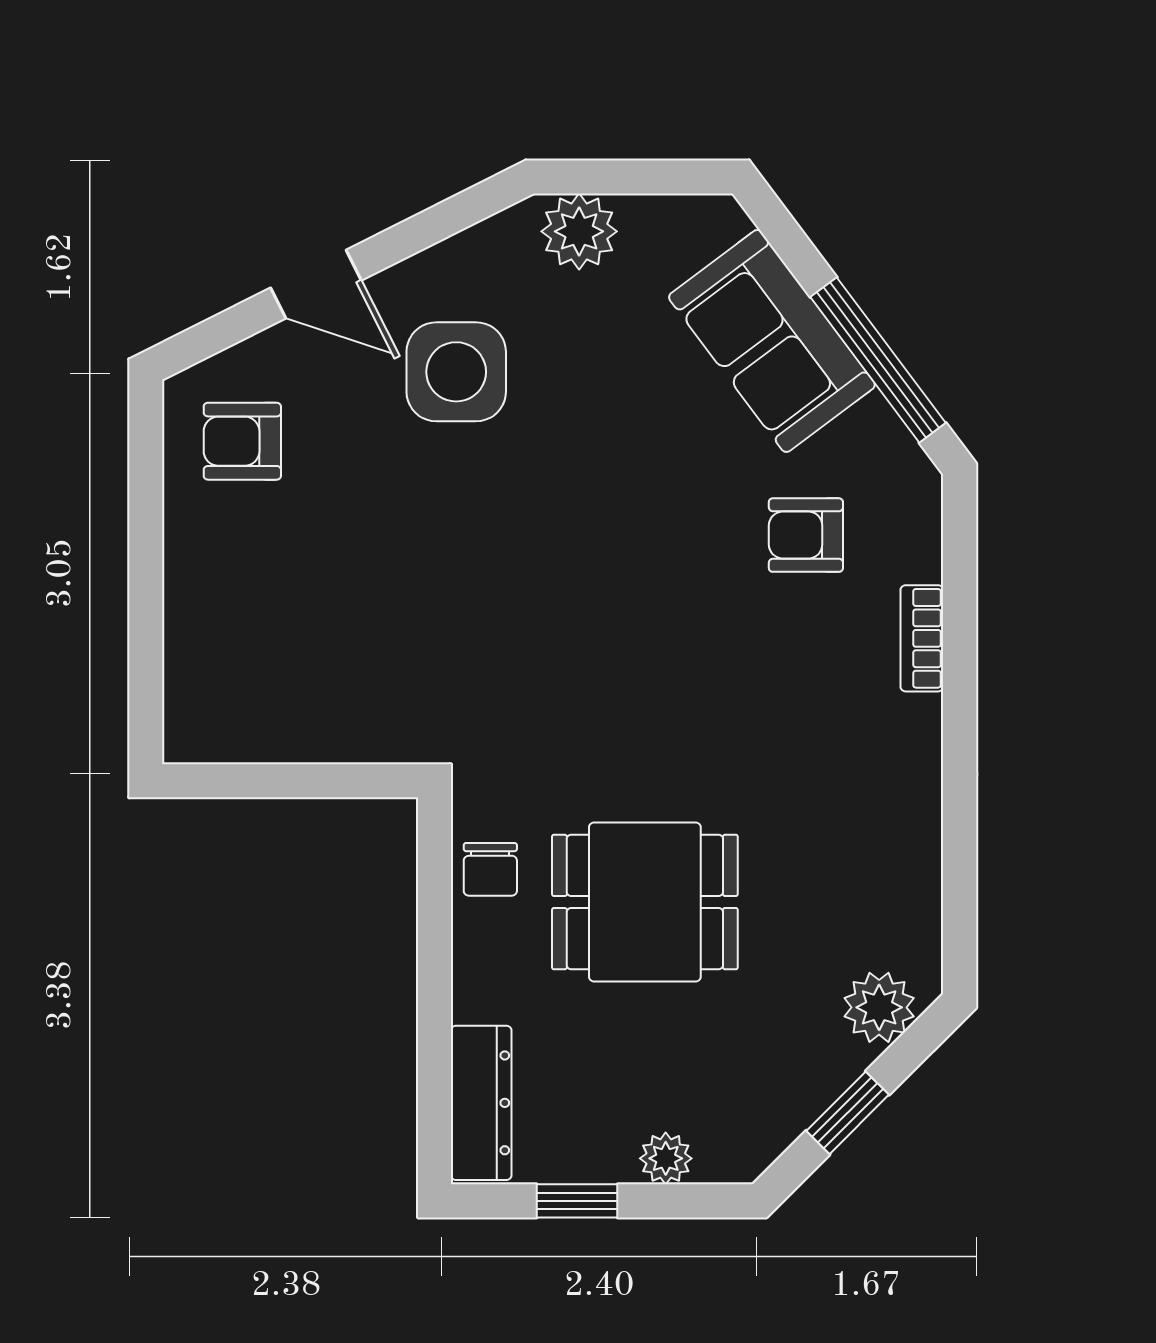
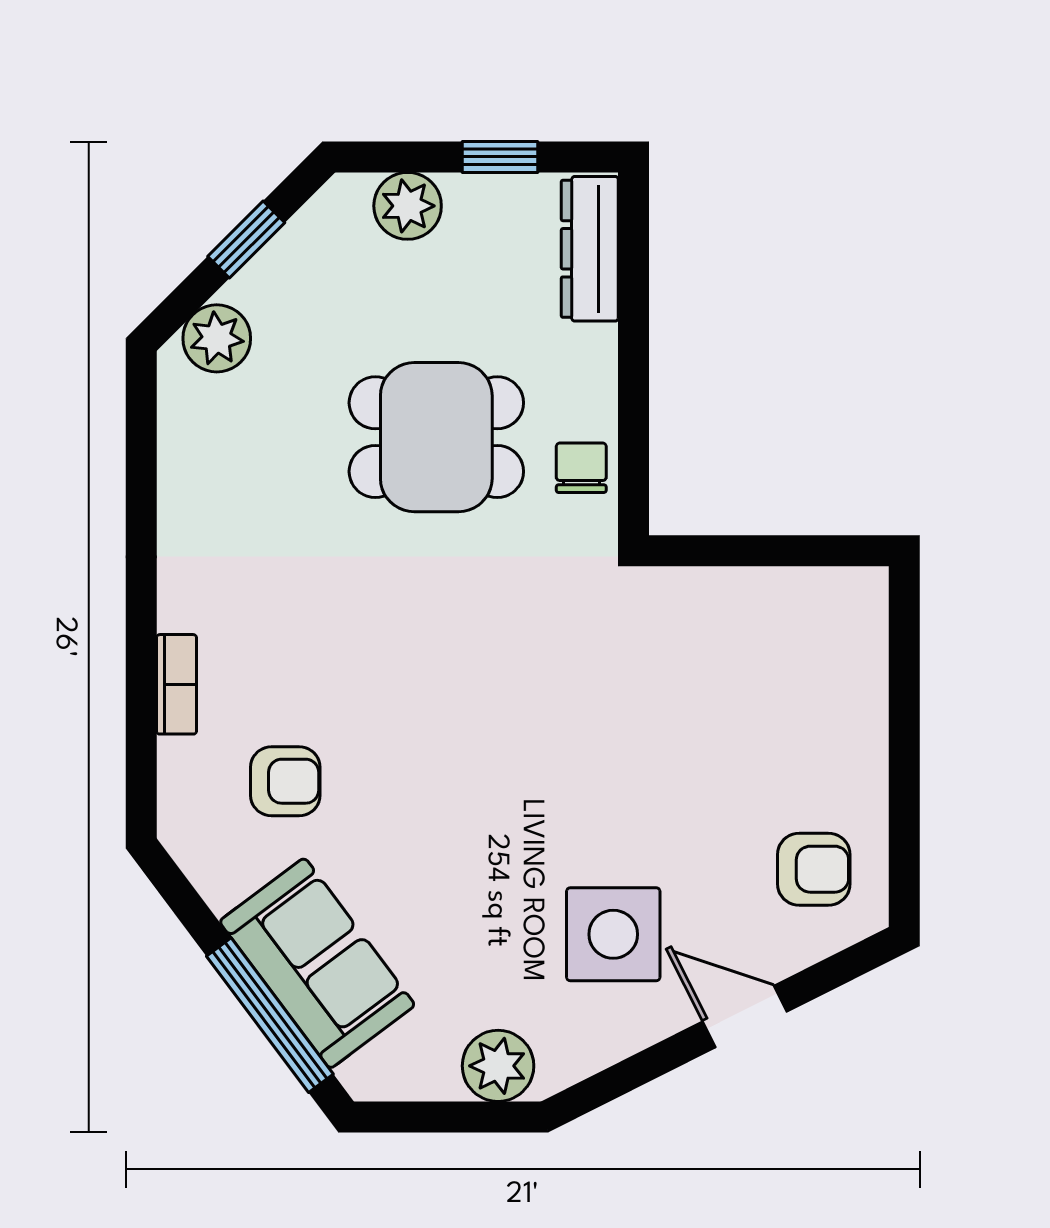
window: (878, 360) -> (270, 1015), moved
plant: (666, 1158) -> (408, 206), width x1.38, depth x1.38

